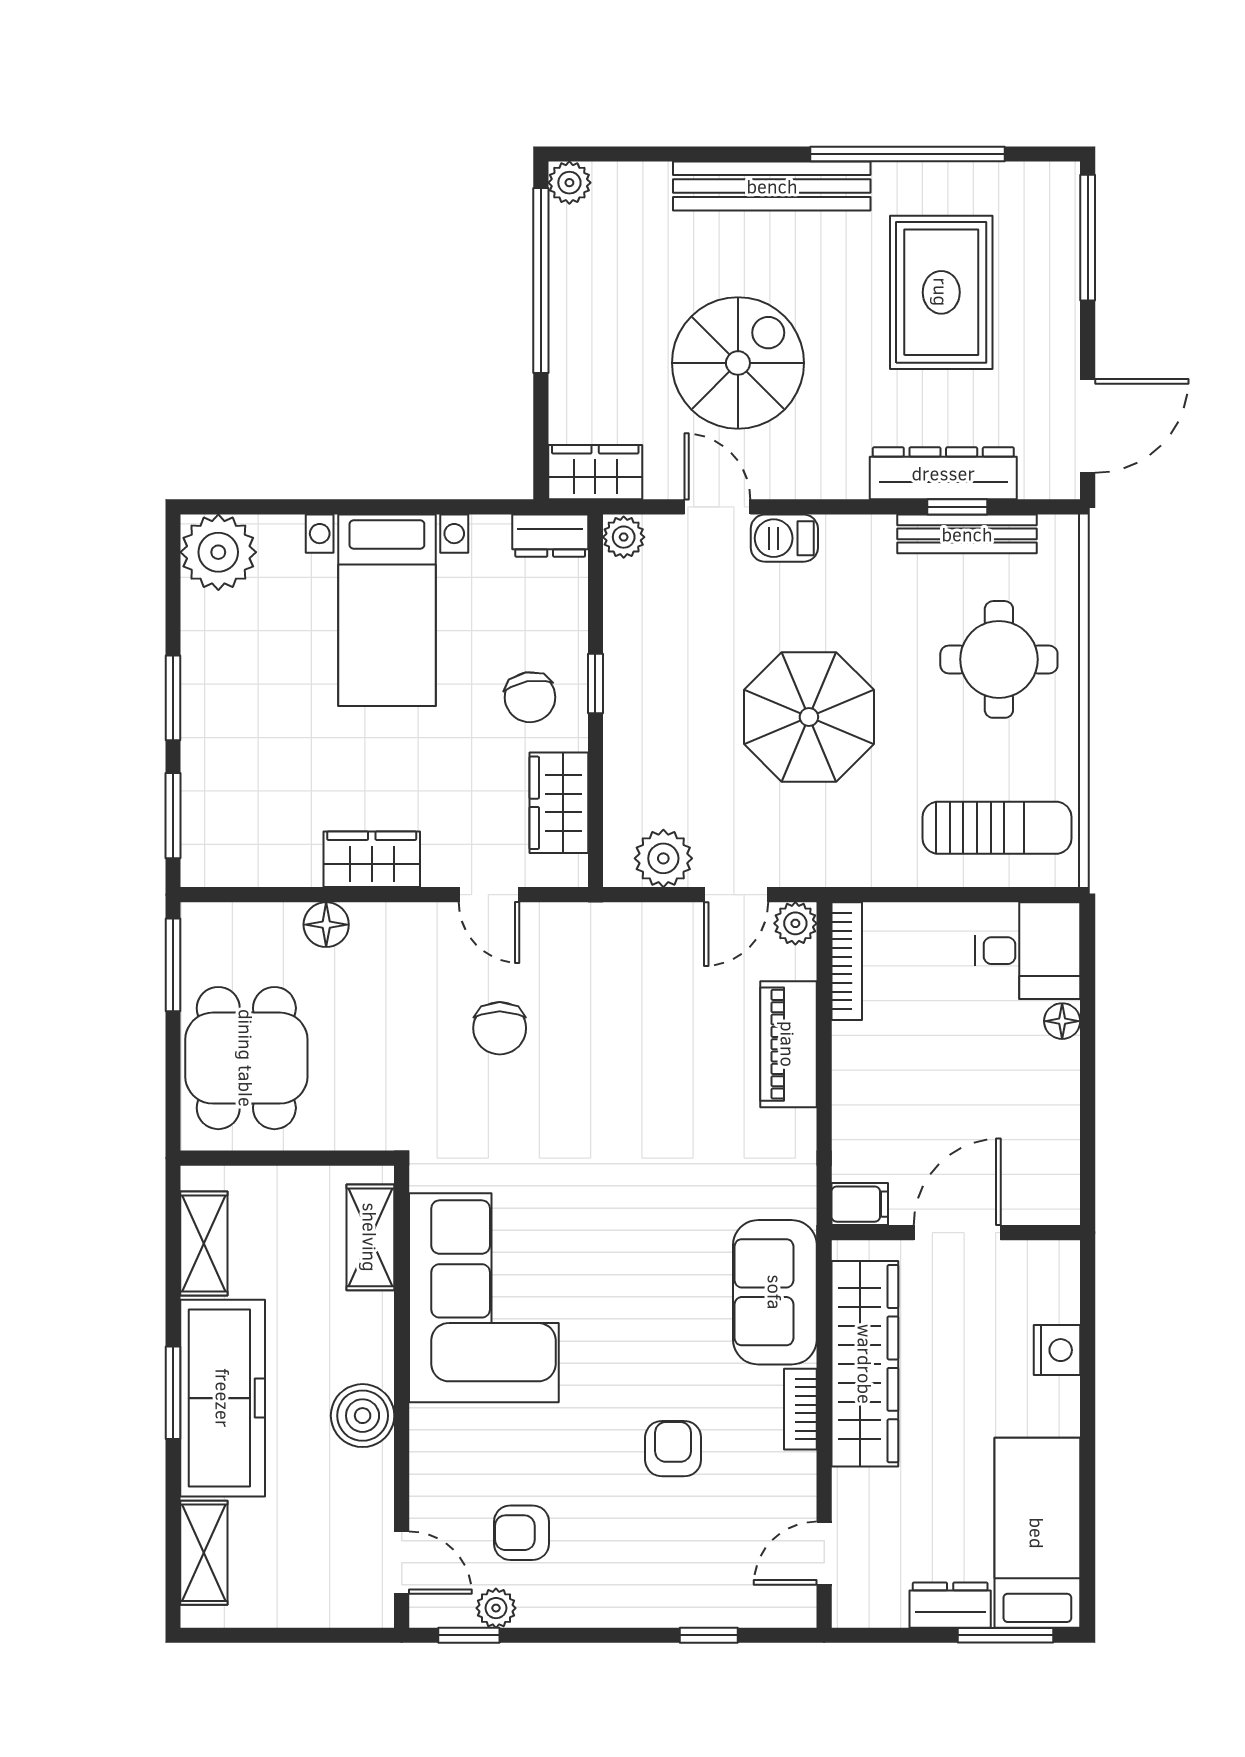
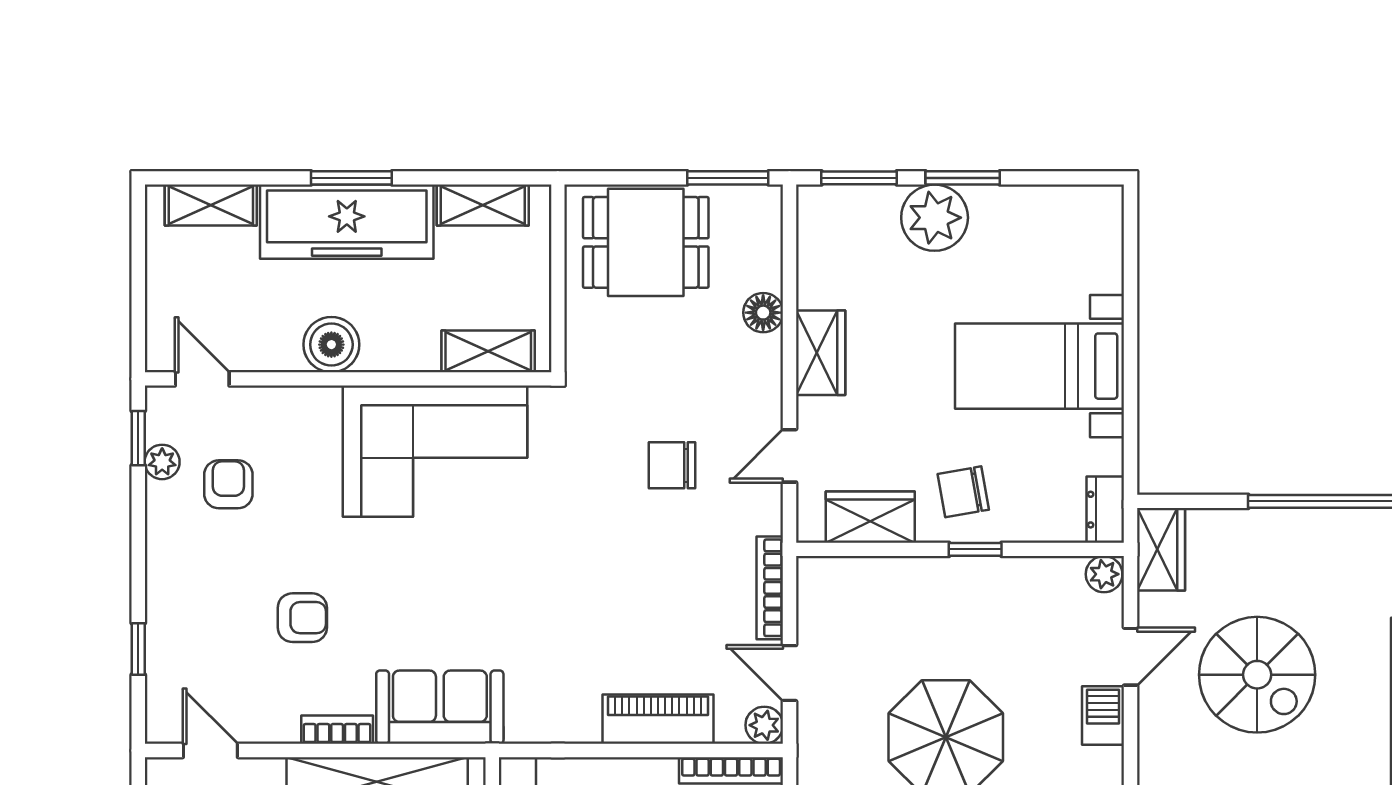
plant: (218, 552) -> (935, 218), moved
plant: (663, 858) -> (821, 609), removed
bookcase: (639, 917) -> (770, 588), added
door: (402, 1563) -> (202, 379), swing flipped

